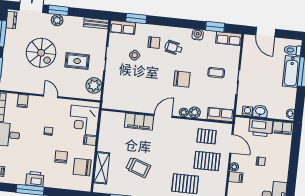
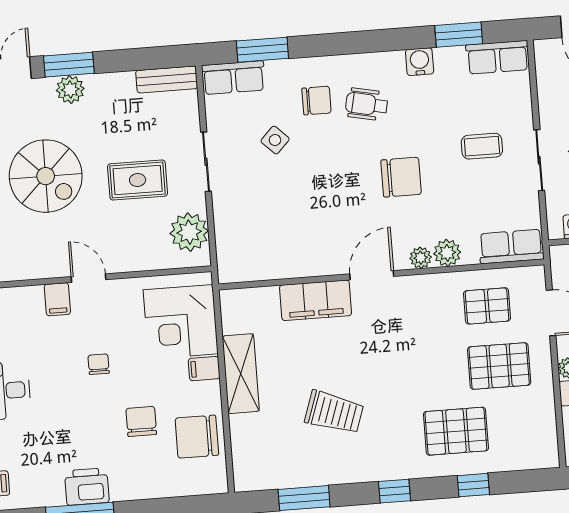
filing cabinet: (23, 101) -> (57, 299), moved
shelving: (102, 168) -> (241, 374), moved

